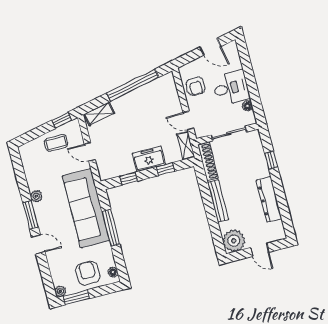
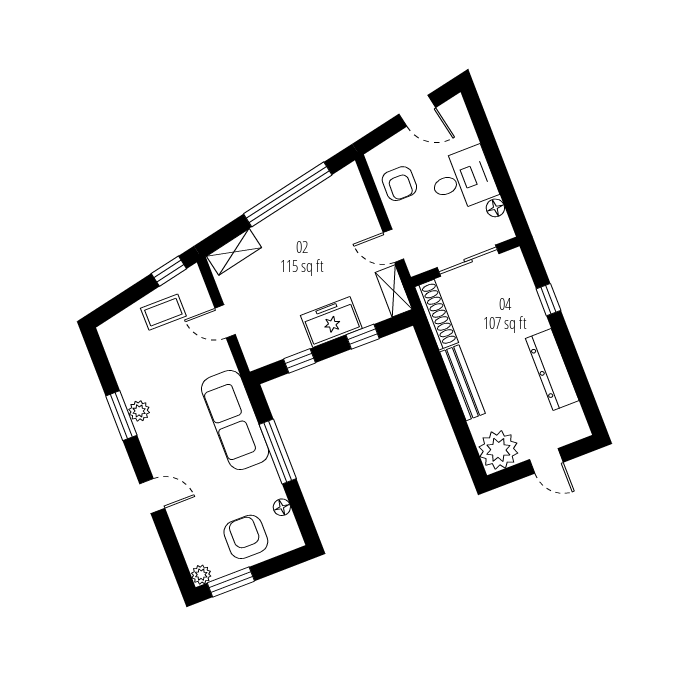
sofa: (86, 208) -> (235, 420), width x0.74, depth x0.79
window: (31, 215) -> (121, 416), moved
floor lamp: (113, 272) -> (282, 507), moved

